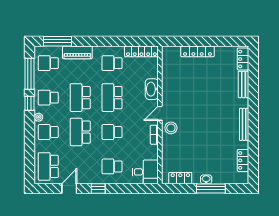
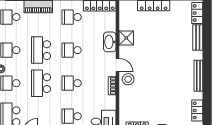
shower: (169, 85) -> (126, 38), added
school desk: (112, 98) -> (72, 50), width x0.54
door: (160, 113) -> (118, 65), swing flipped

